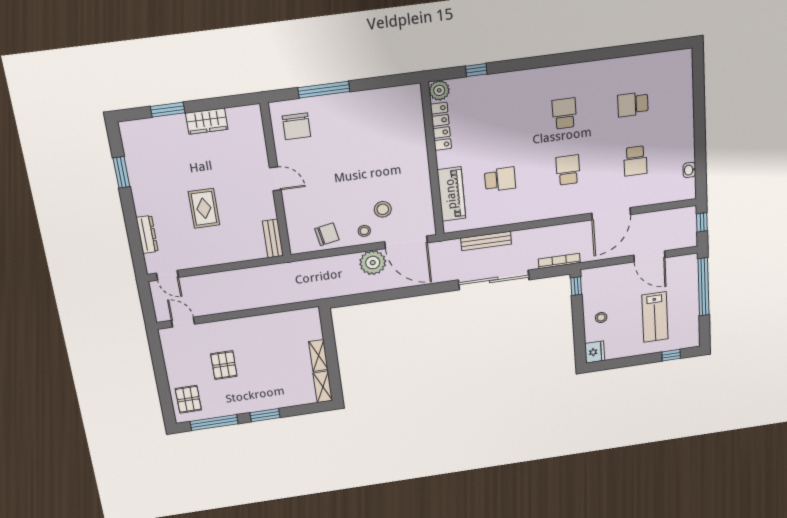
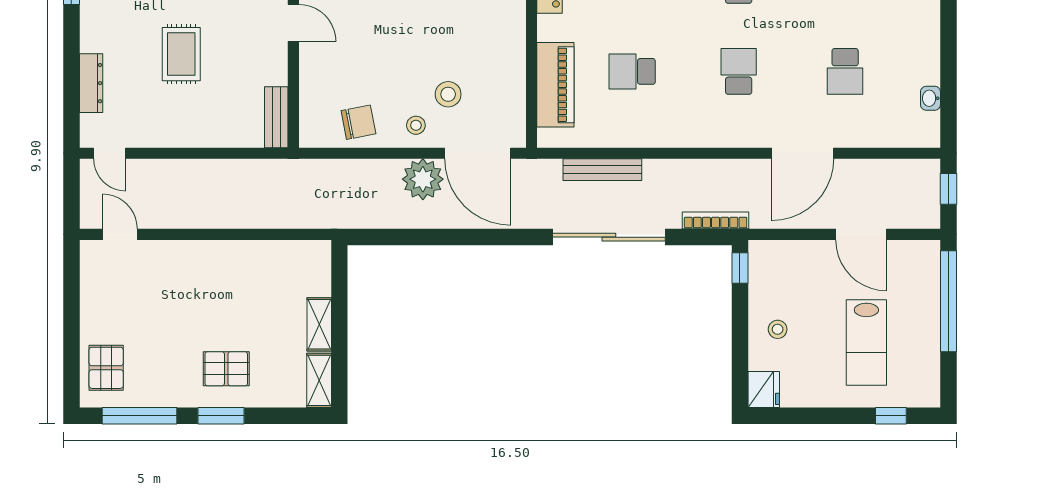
school desk: (500, 179) -> (632, 71), turned 180
pallet: (224, 365) -> (226, 369), moved, turned 90

